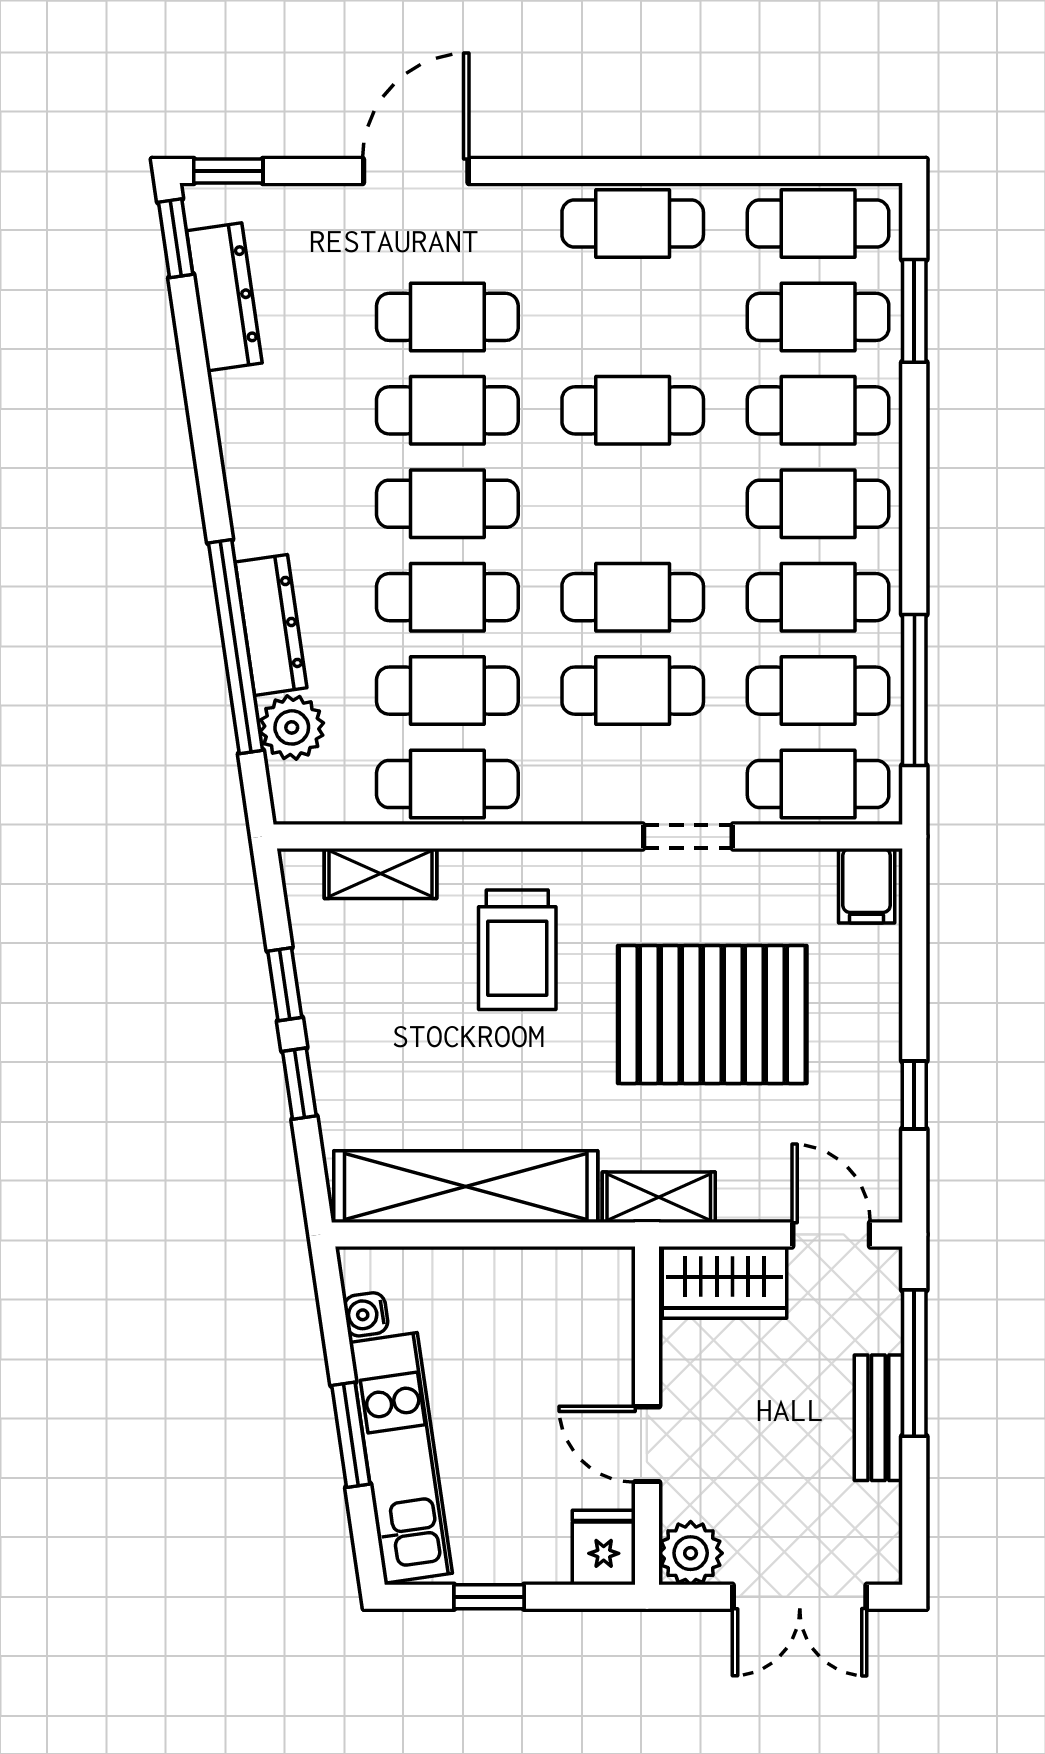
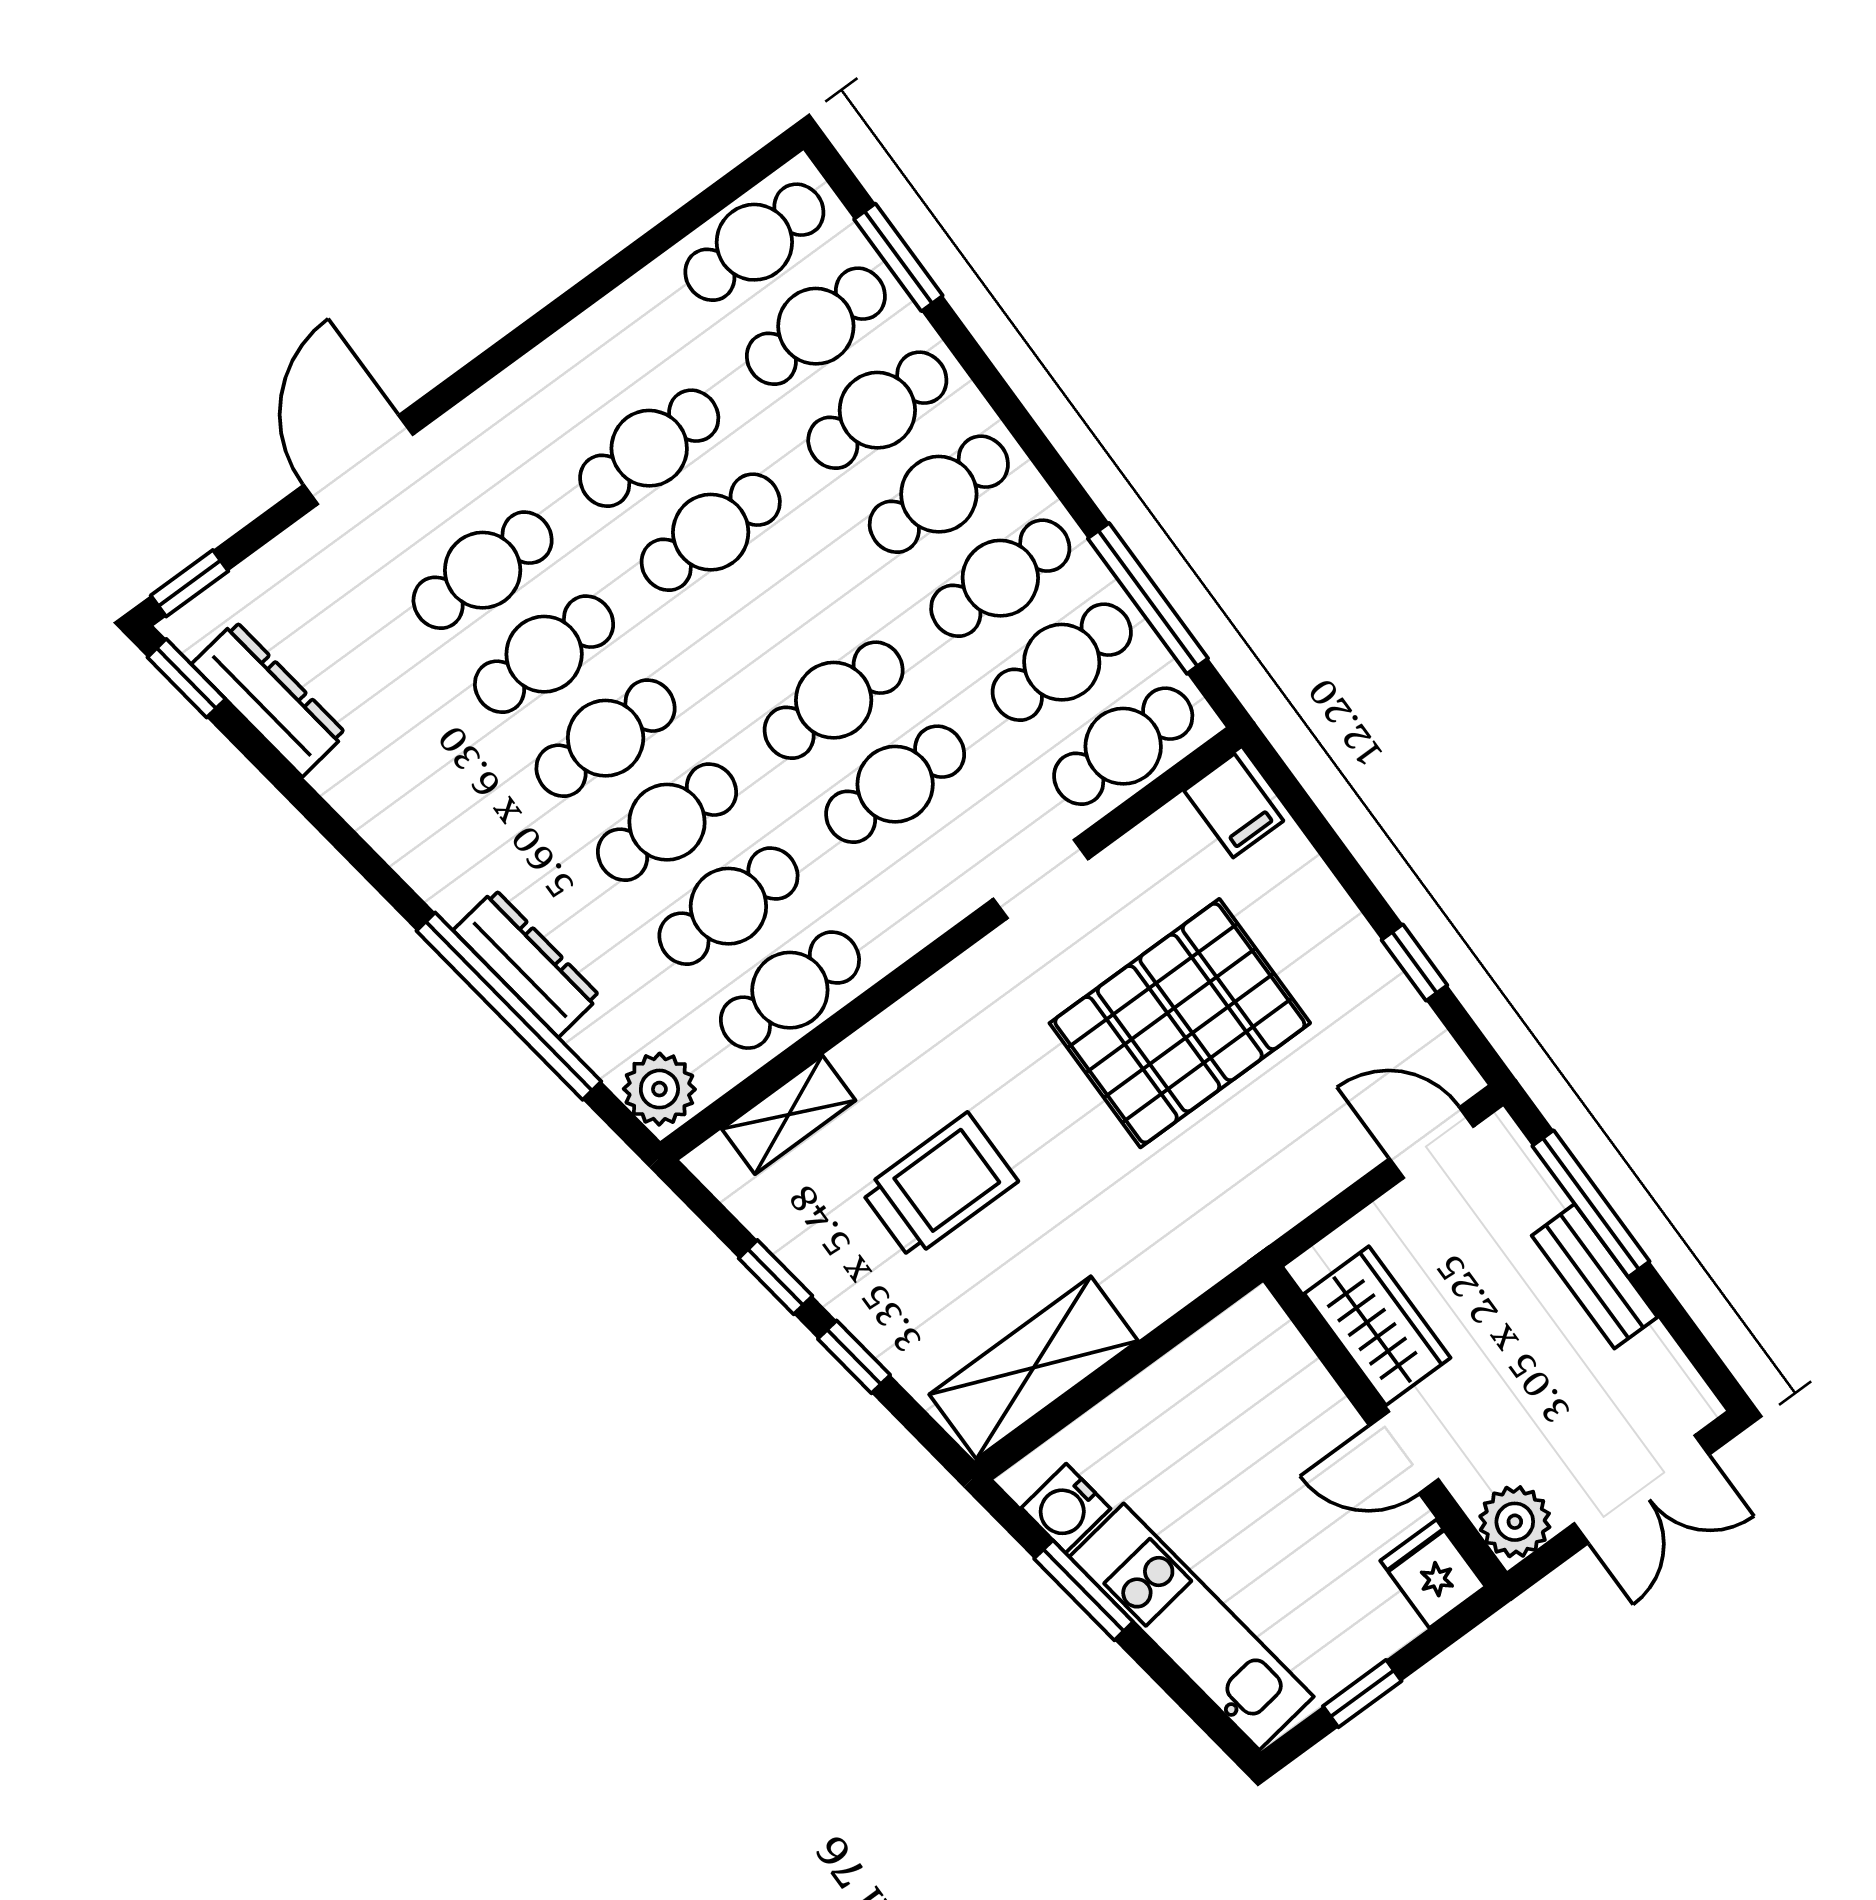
cafe table: (633, 224) -> (649, 448), moved
plant: (292, 727) -> (659, 1089), moved
trolley: (517, 950) -> (939, 1186), moved, turned -90
shelving: (466, 1187) -> (1034, 1368), width x0.68
shelving: (659, 1197) -> (1252, 1223), removed
wardrobe: (724, 1282) -> (1377, 1326), moved, turned -90
water cooler: (366, 1314) -> (1066, 1508), width x1.38, depth x1.38
window: (351, 1435) -> (1084, 1590), moved

